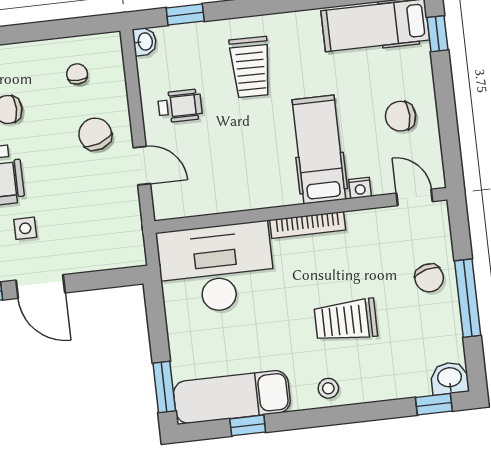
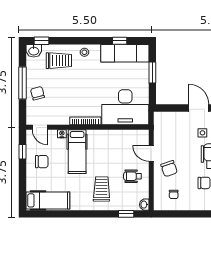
window: (437, 34) -> (22, 152), moved
trolley: (346, 320) -> (59, 61), moved
window: (164, 387) -> (152, 72), moved

